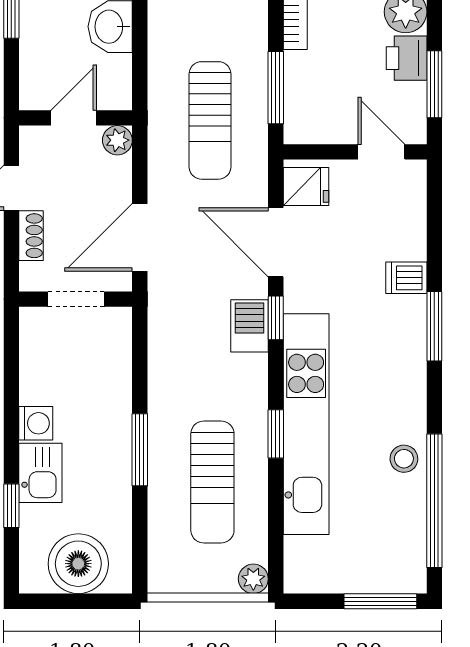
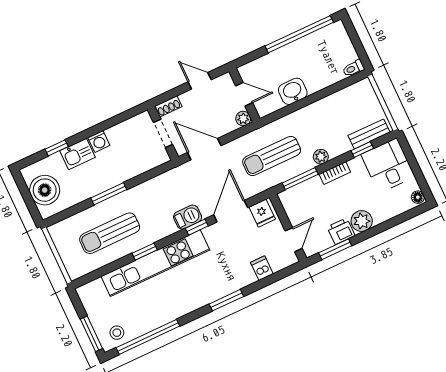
shoe rack: (31, 236) -> (168, 106), moved
dishwasher: (406, 278) -> (262, 268), moved
stool: (404, 459) -> (117, 333), moved
plant: (253, 579) -> (321, 157), moved

